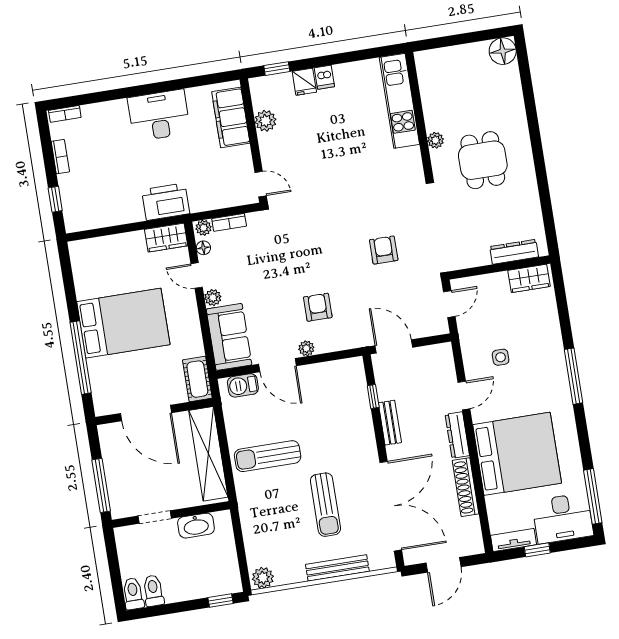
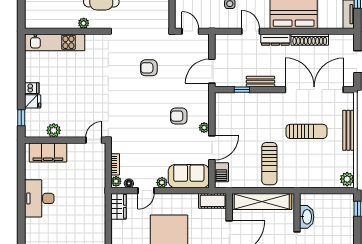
printer: (166, 202) -> (95, 203), removed

